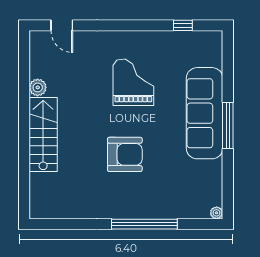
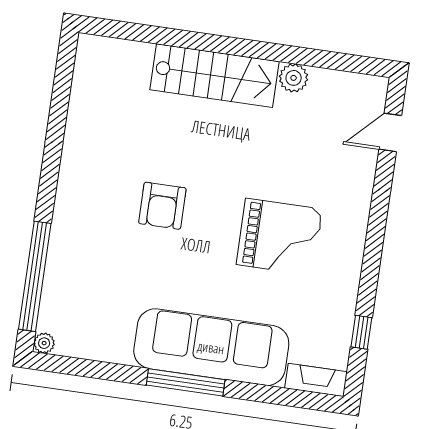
fireplace: (215, 48) -> (316, 380), added
armchair: (125, 154) -> (162, 206), width x0.73, depth x0.73
window: (144, 224) -> (35, 276), moved

